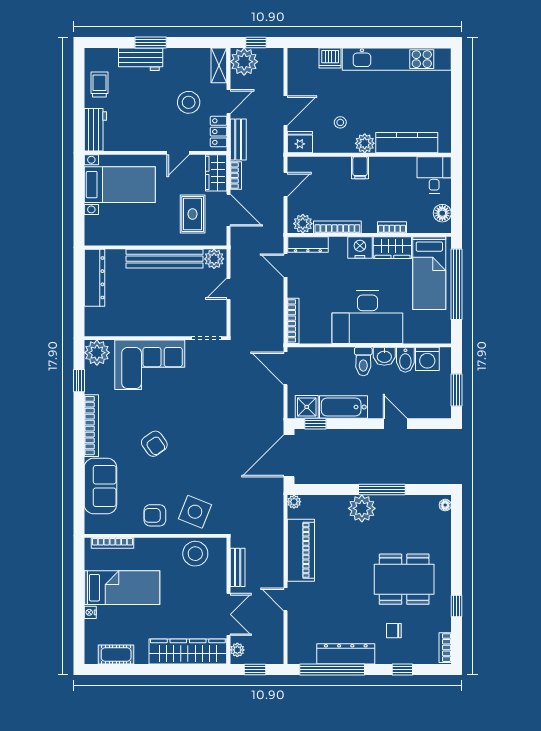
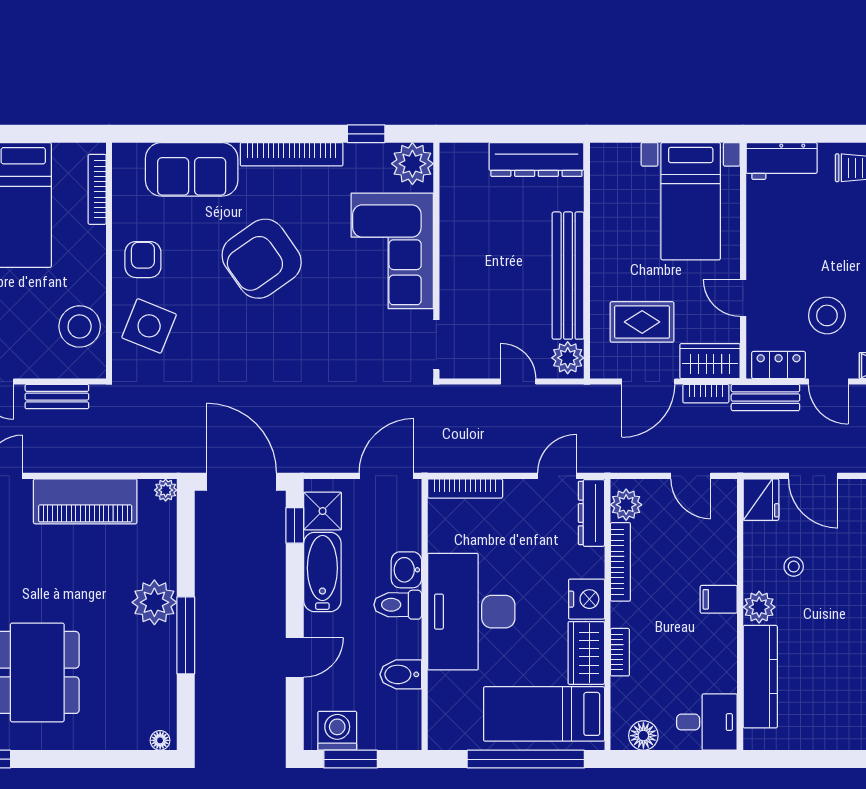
washbasin: (384, 356) -> (406, 570), moved
washing machine: (427, 359) -> (337, 731), moved, turned 90
armchair: (154, 444) -> (262, 259), width x1.88, depth x1.88

